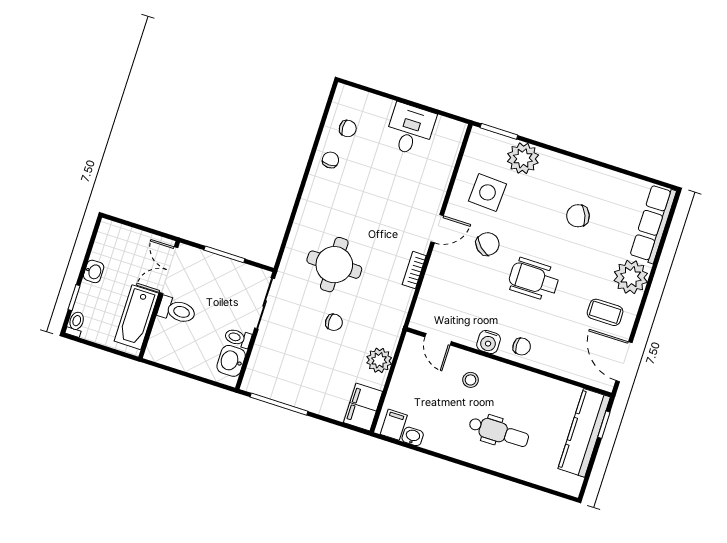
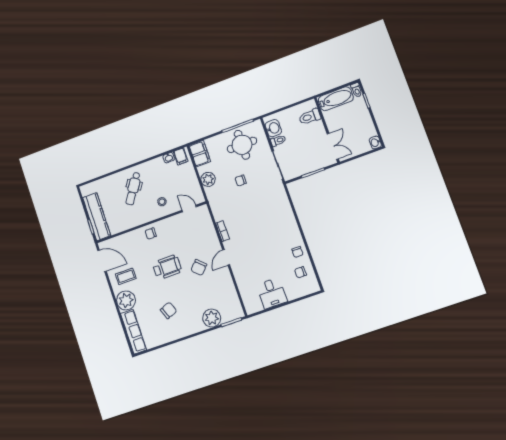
side table: (488, 192) -> (216, 291), removed
round table: (334, 265) -> (242, 145), moved
washbasin: (94, 271) -> (375, 143), moved
toilet: (177, 310) -> (310, 117), moved
bathtub: (136, 317) -> (336, 99), moved, turned 90
water cooler: (489, 342) -> (166, 224), removed
dental chair: (499, 432) -> (133, 189), turned -57

